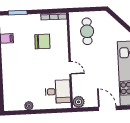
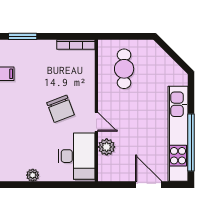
chair: (42, 42) -> (61, 109), moved, turned 69
desk: (58, 92) -> (77, 156), width x1.37
plant: (79, 102) -> (107, 147), moved

